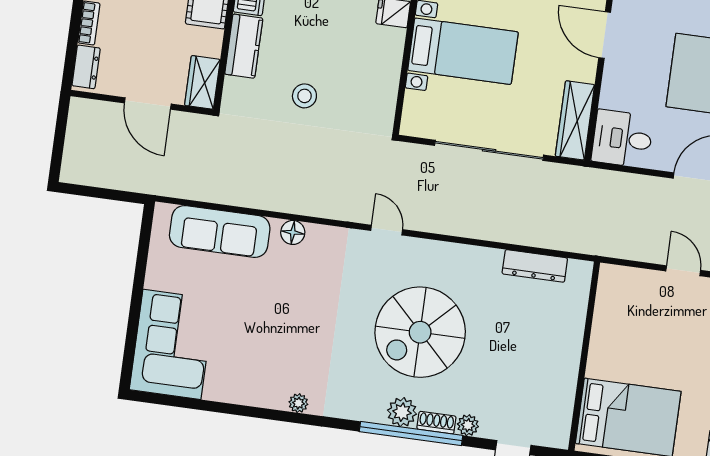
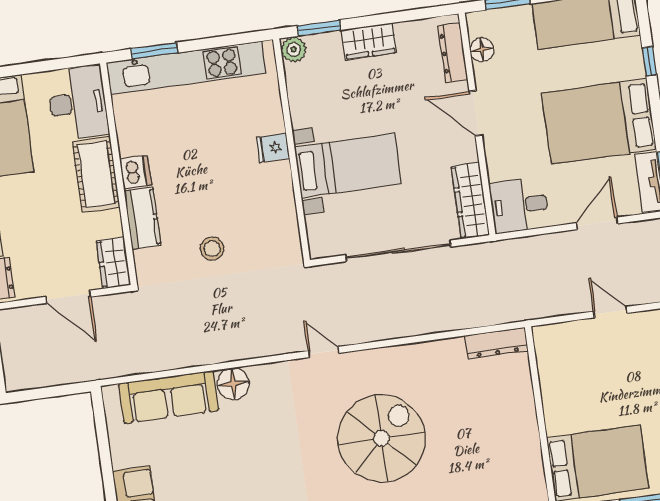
floor lamp: (293, 232) -> (233, 384), width x1.38, depth x1.38
dresser: (535, 266) -> (496, 343), moved
spiral stairs: (420, 332) -> (382, 438), turned 180

